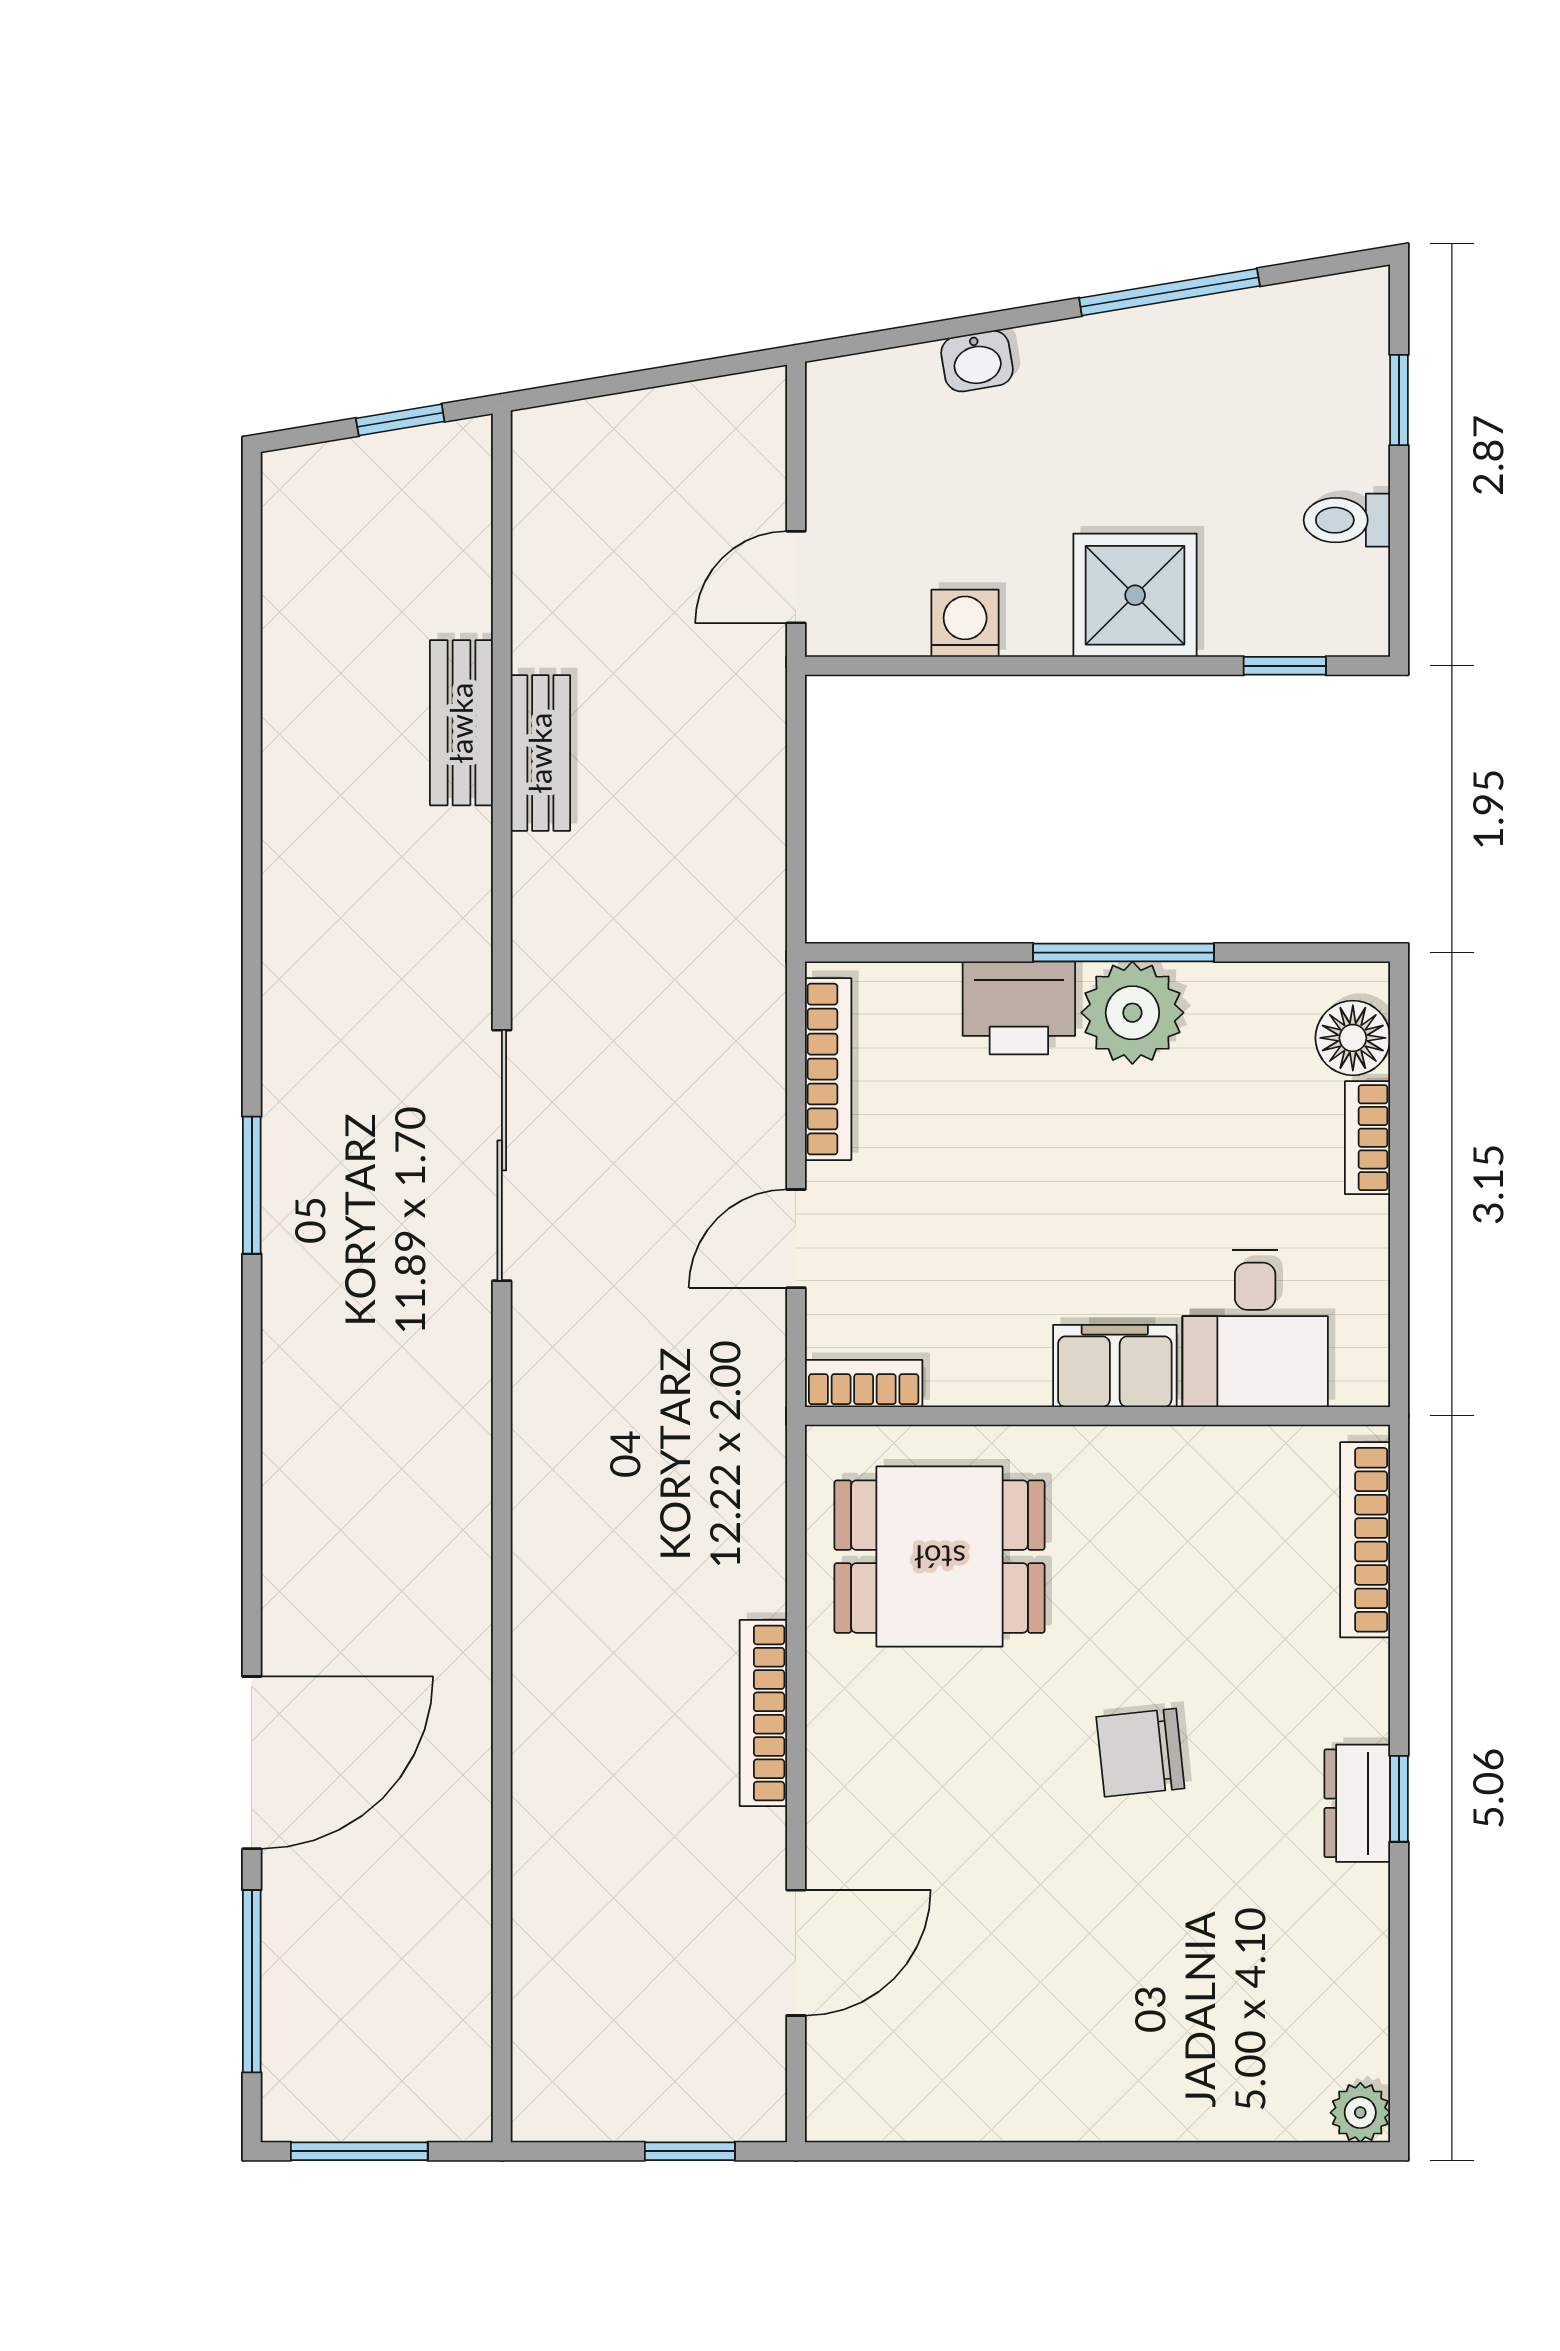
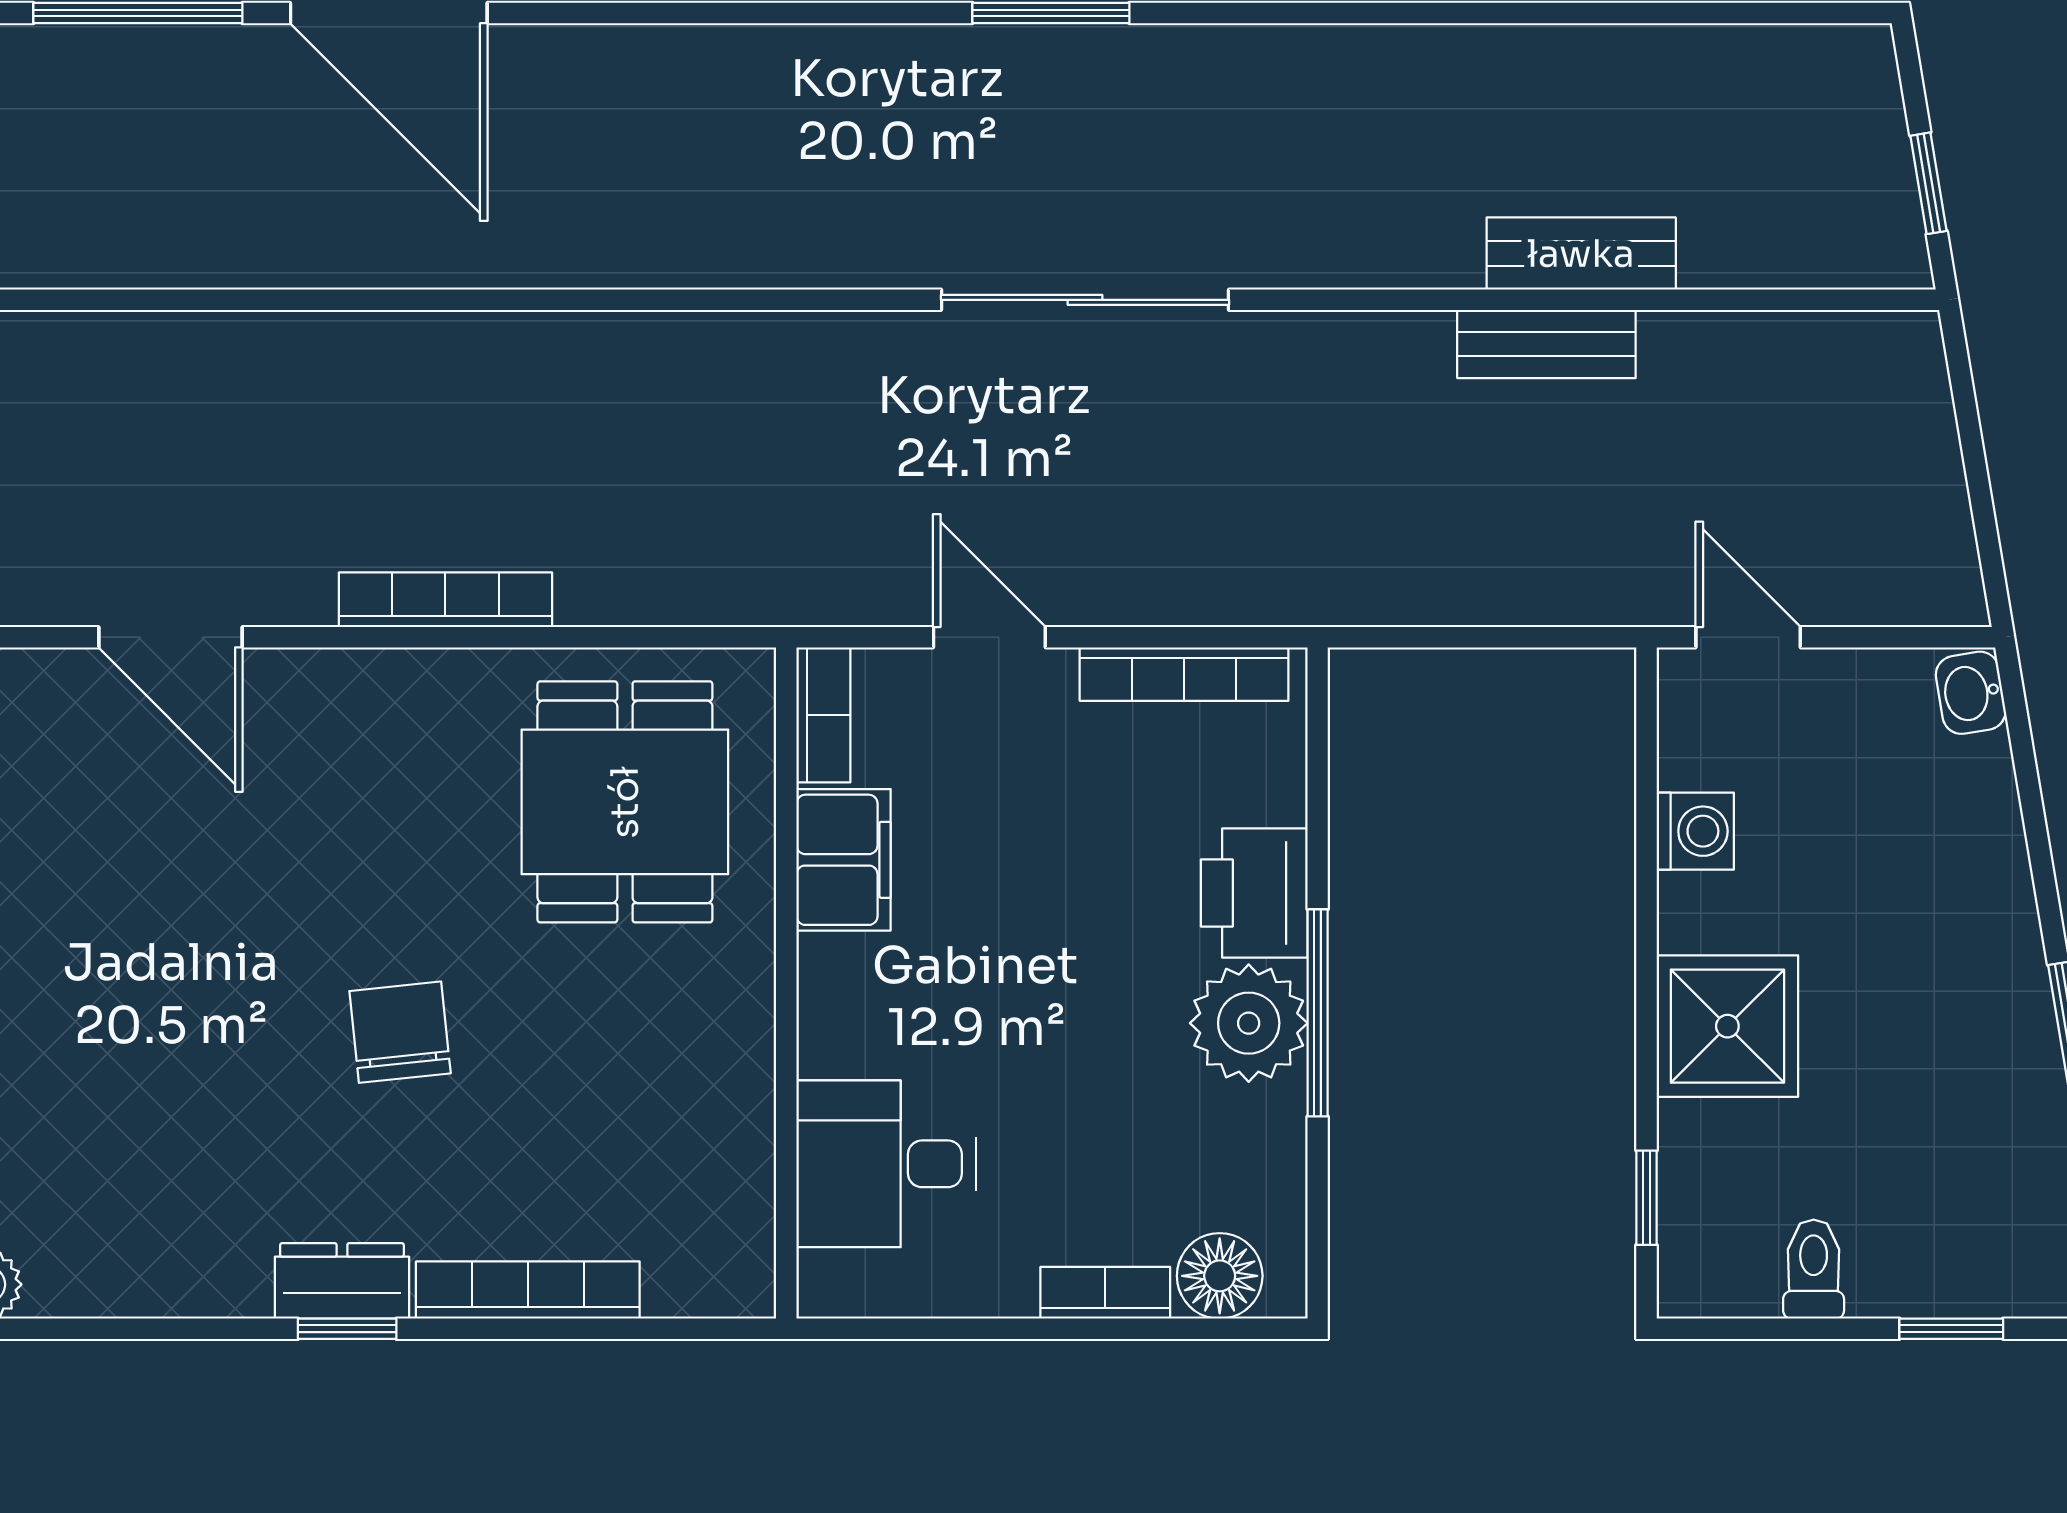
washbasin: (977, 361) -> (1971, 693), moved
filing cabinet: (1115, 1366) -> (844, 860), moved
bookcase: (1365, 1540) -> (528, 1290), moved

